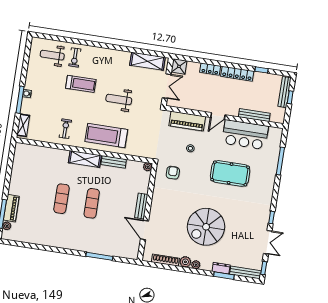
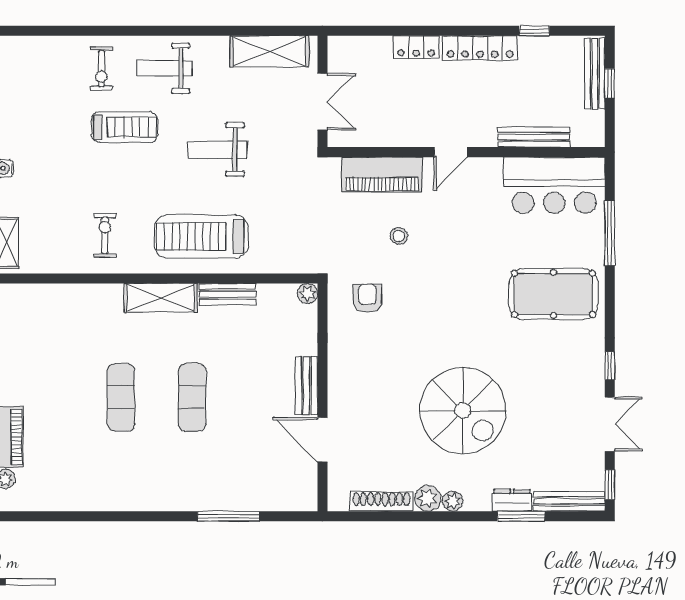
weight bench: (52, 55) -> (164, 68), moved
shower: (179, 66) -> (344, 52), removed
bar counter: (245, 135) -> (554, 185), moved
pool table: (230, 173) -> (554, 294), moved
spiral stairs: (206, 227) -> (463, 411), turned -90

